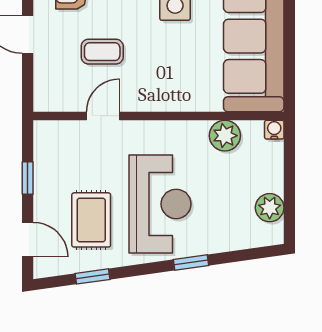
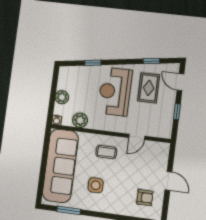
coffee table: (102, 52) -> (106, 152), moved
plant: (270, 208) -> (62, 97), moved
window: (191, 262) -> (93, 63), moved

